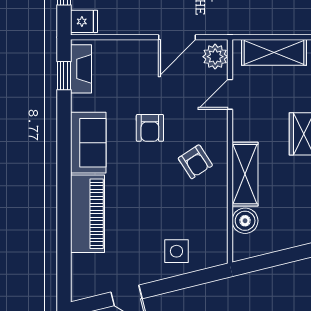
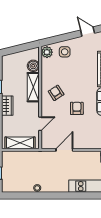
plant: (215, 57) -> (47, 52), moved

